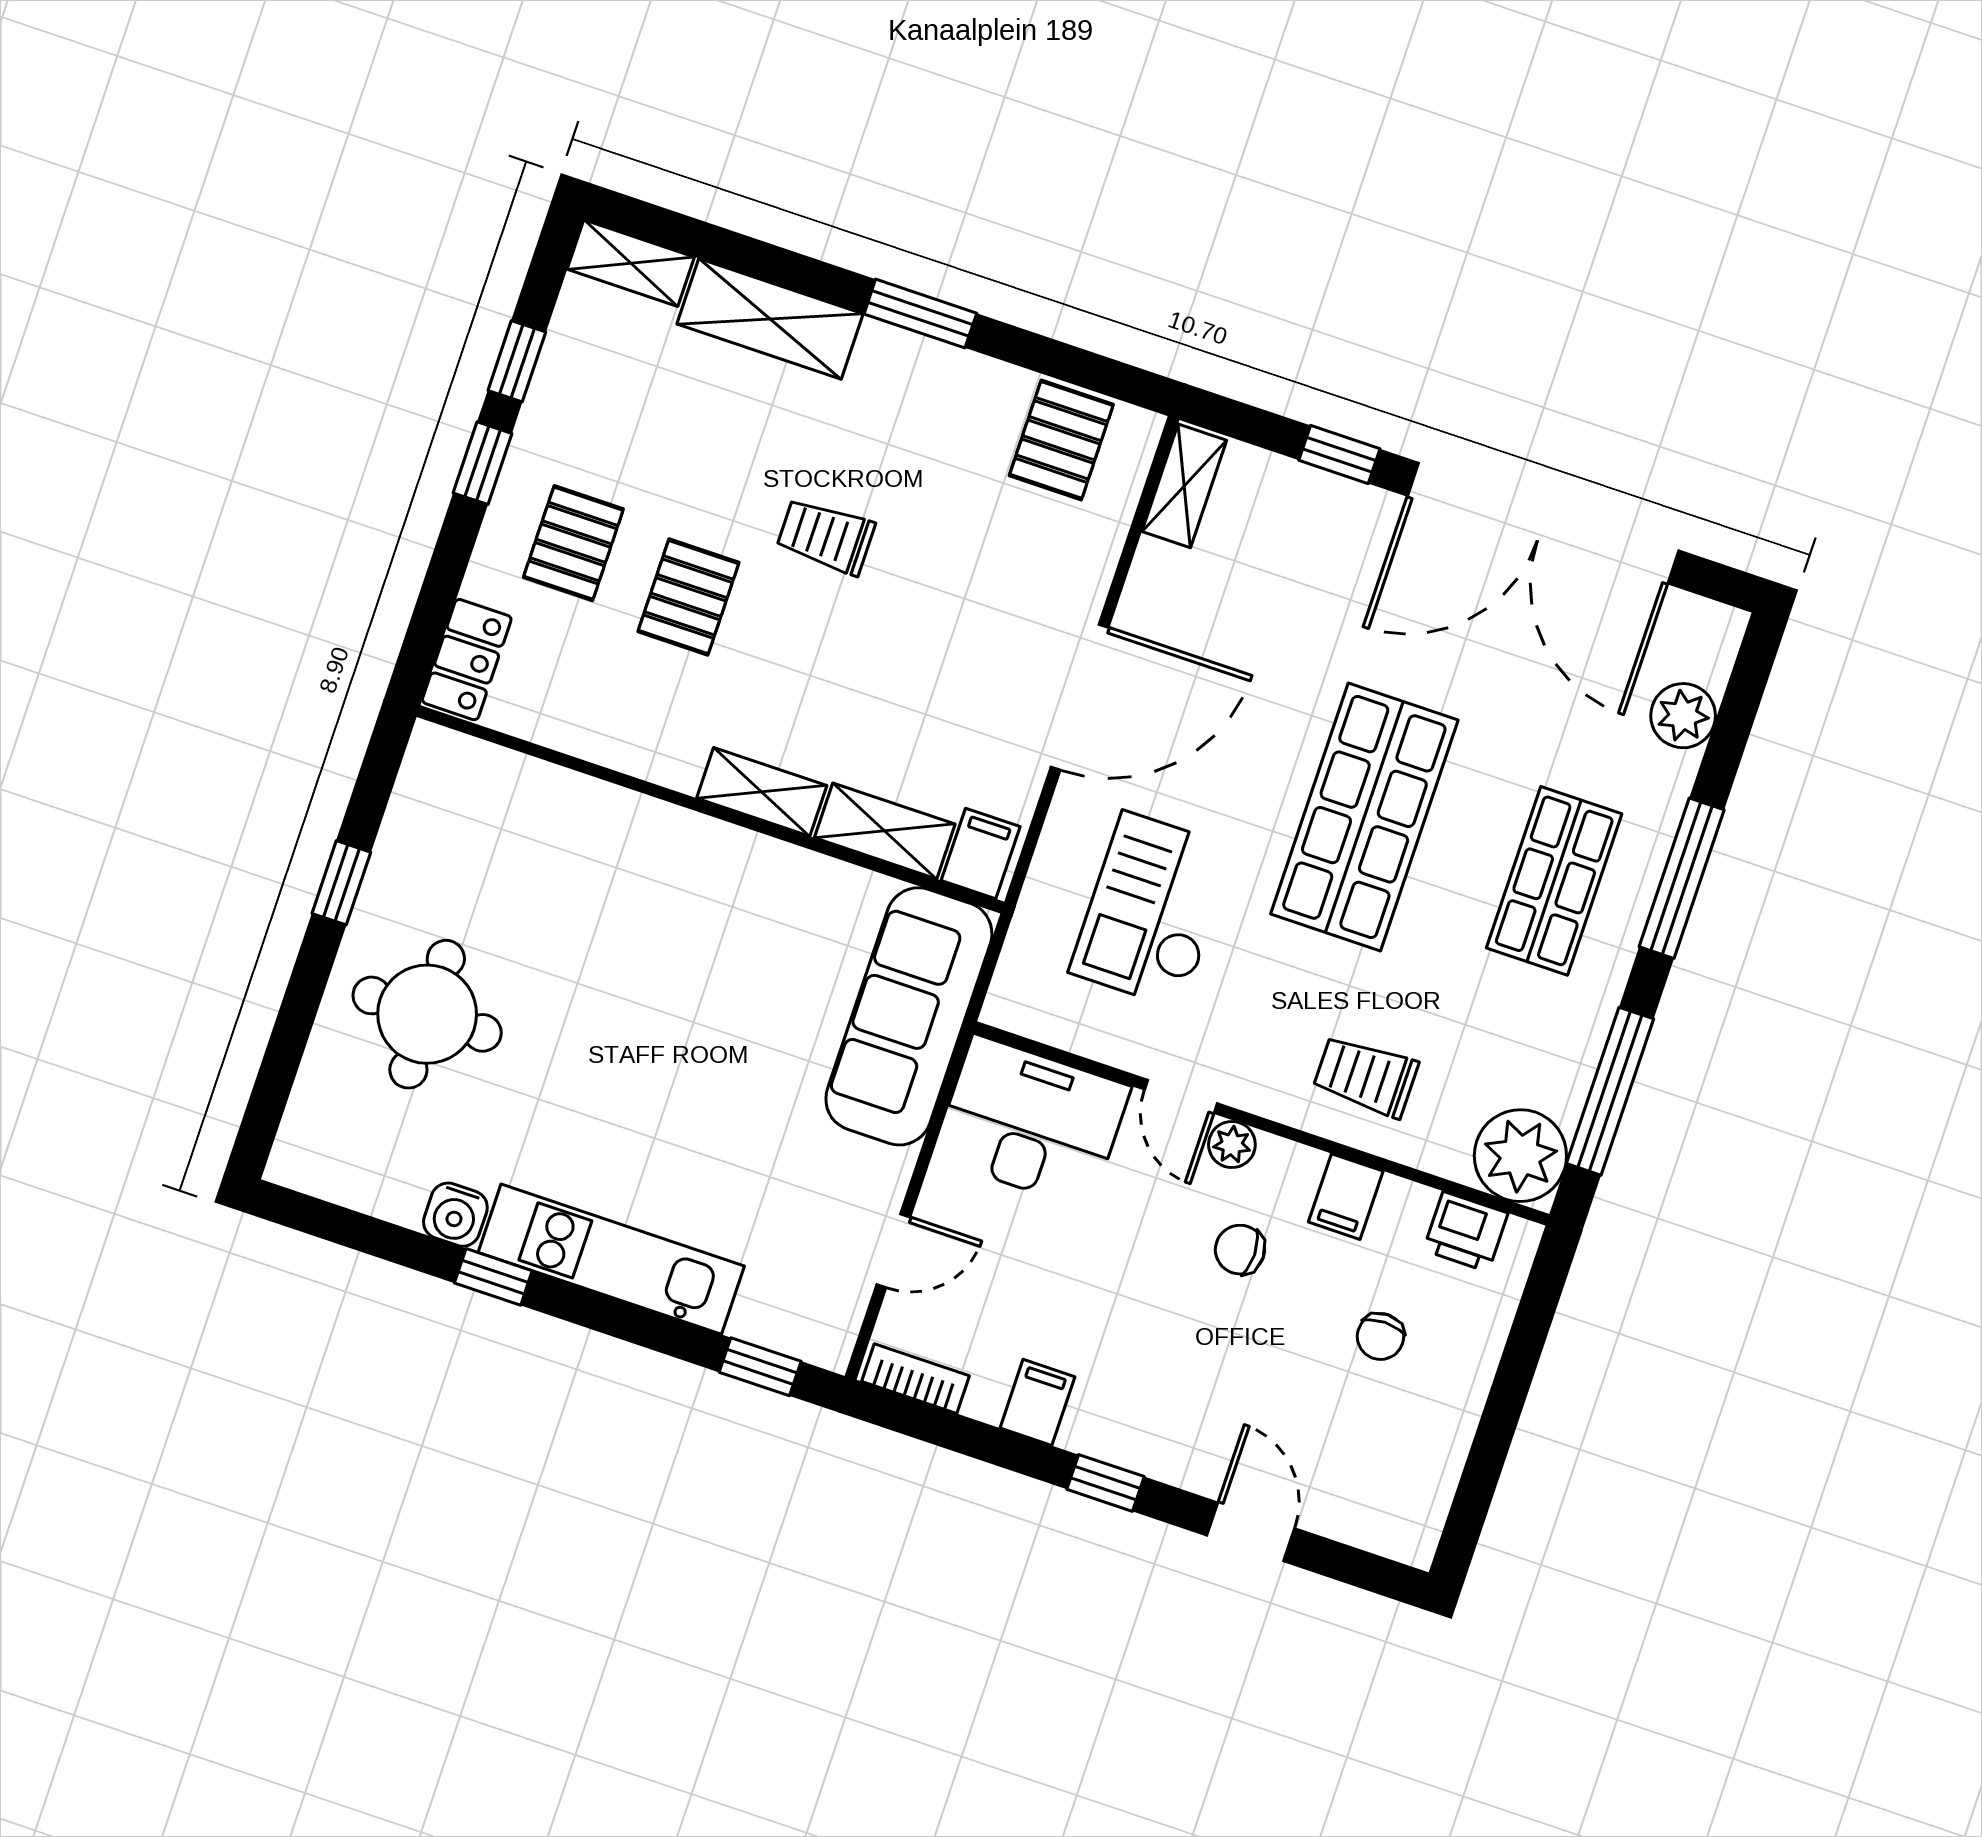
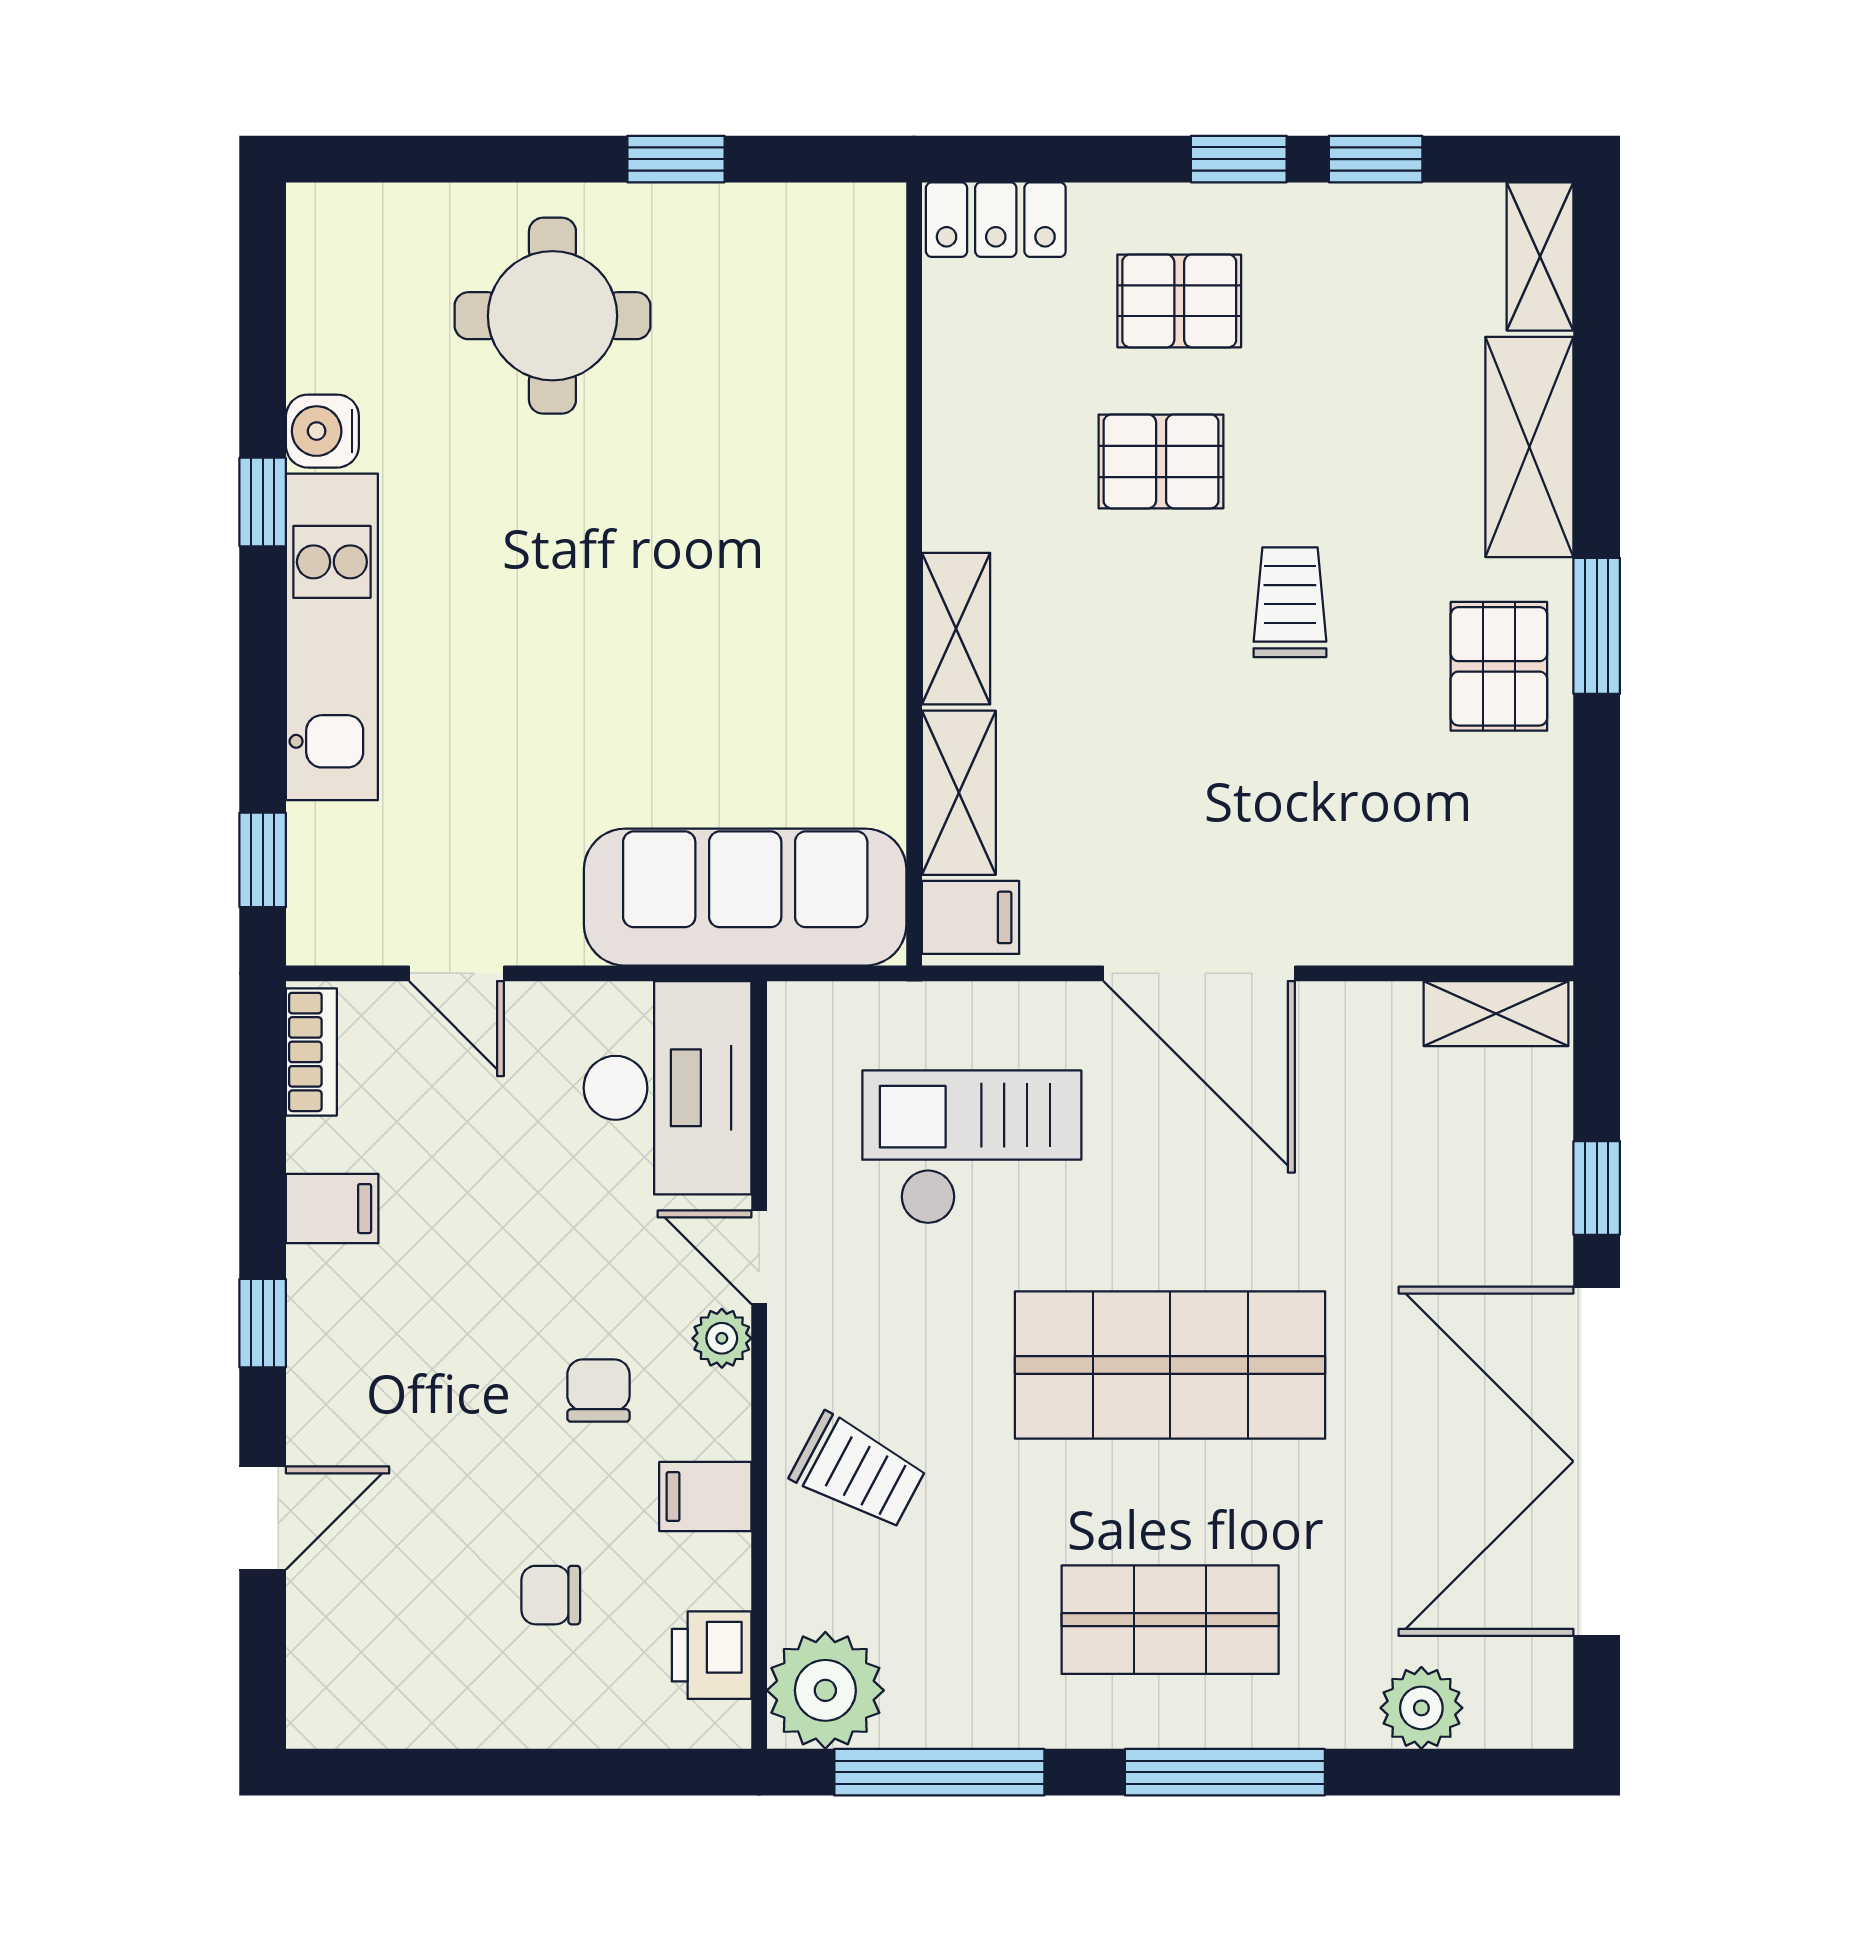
pallet: (1061, 440) -> (1499, 666), moved, turned 90
trolley: (1366, 1076) -> (858, 1472), turned 118
door: (1181, 1096) -> (759, 1257), hinge flipped

